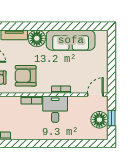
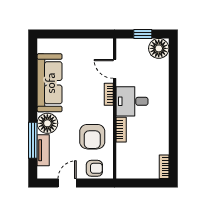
window: (23, 26) -> (33, 140), added
door: (95, 95) -> (115, 69), moved
floor lamp: (99, 120) -> (159, 48), moved

